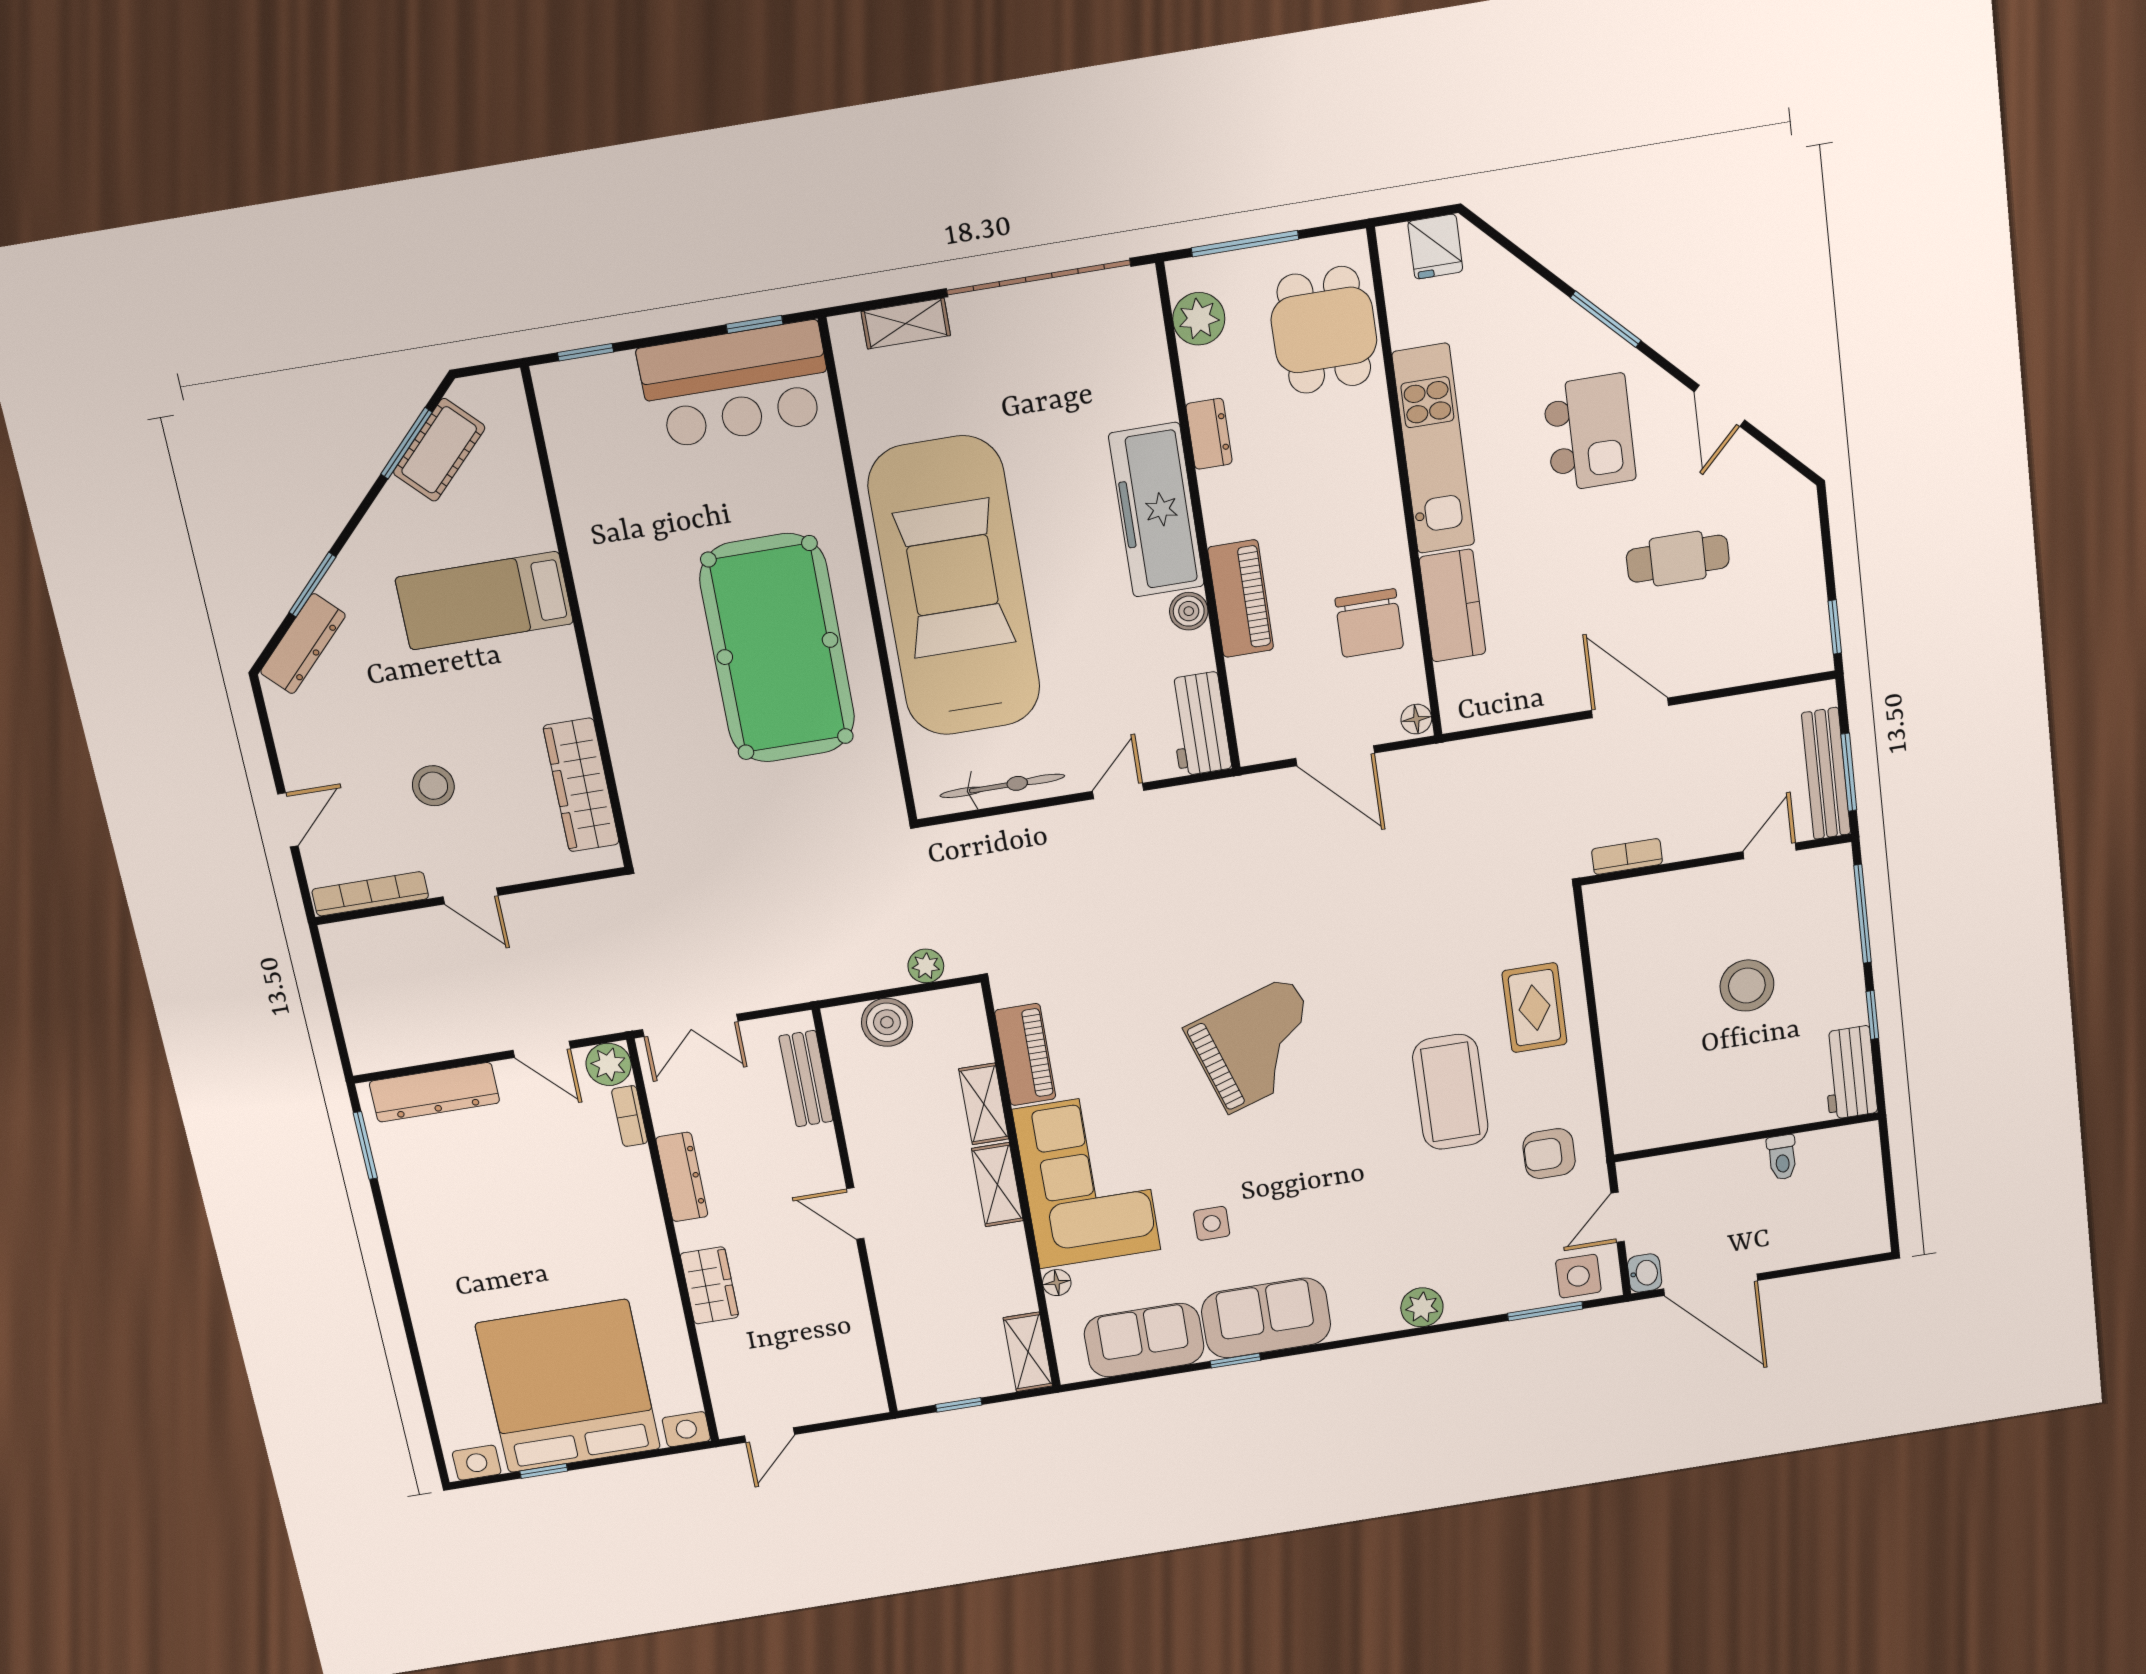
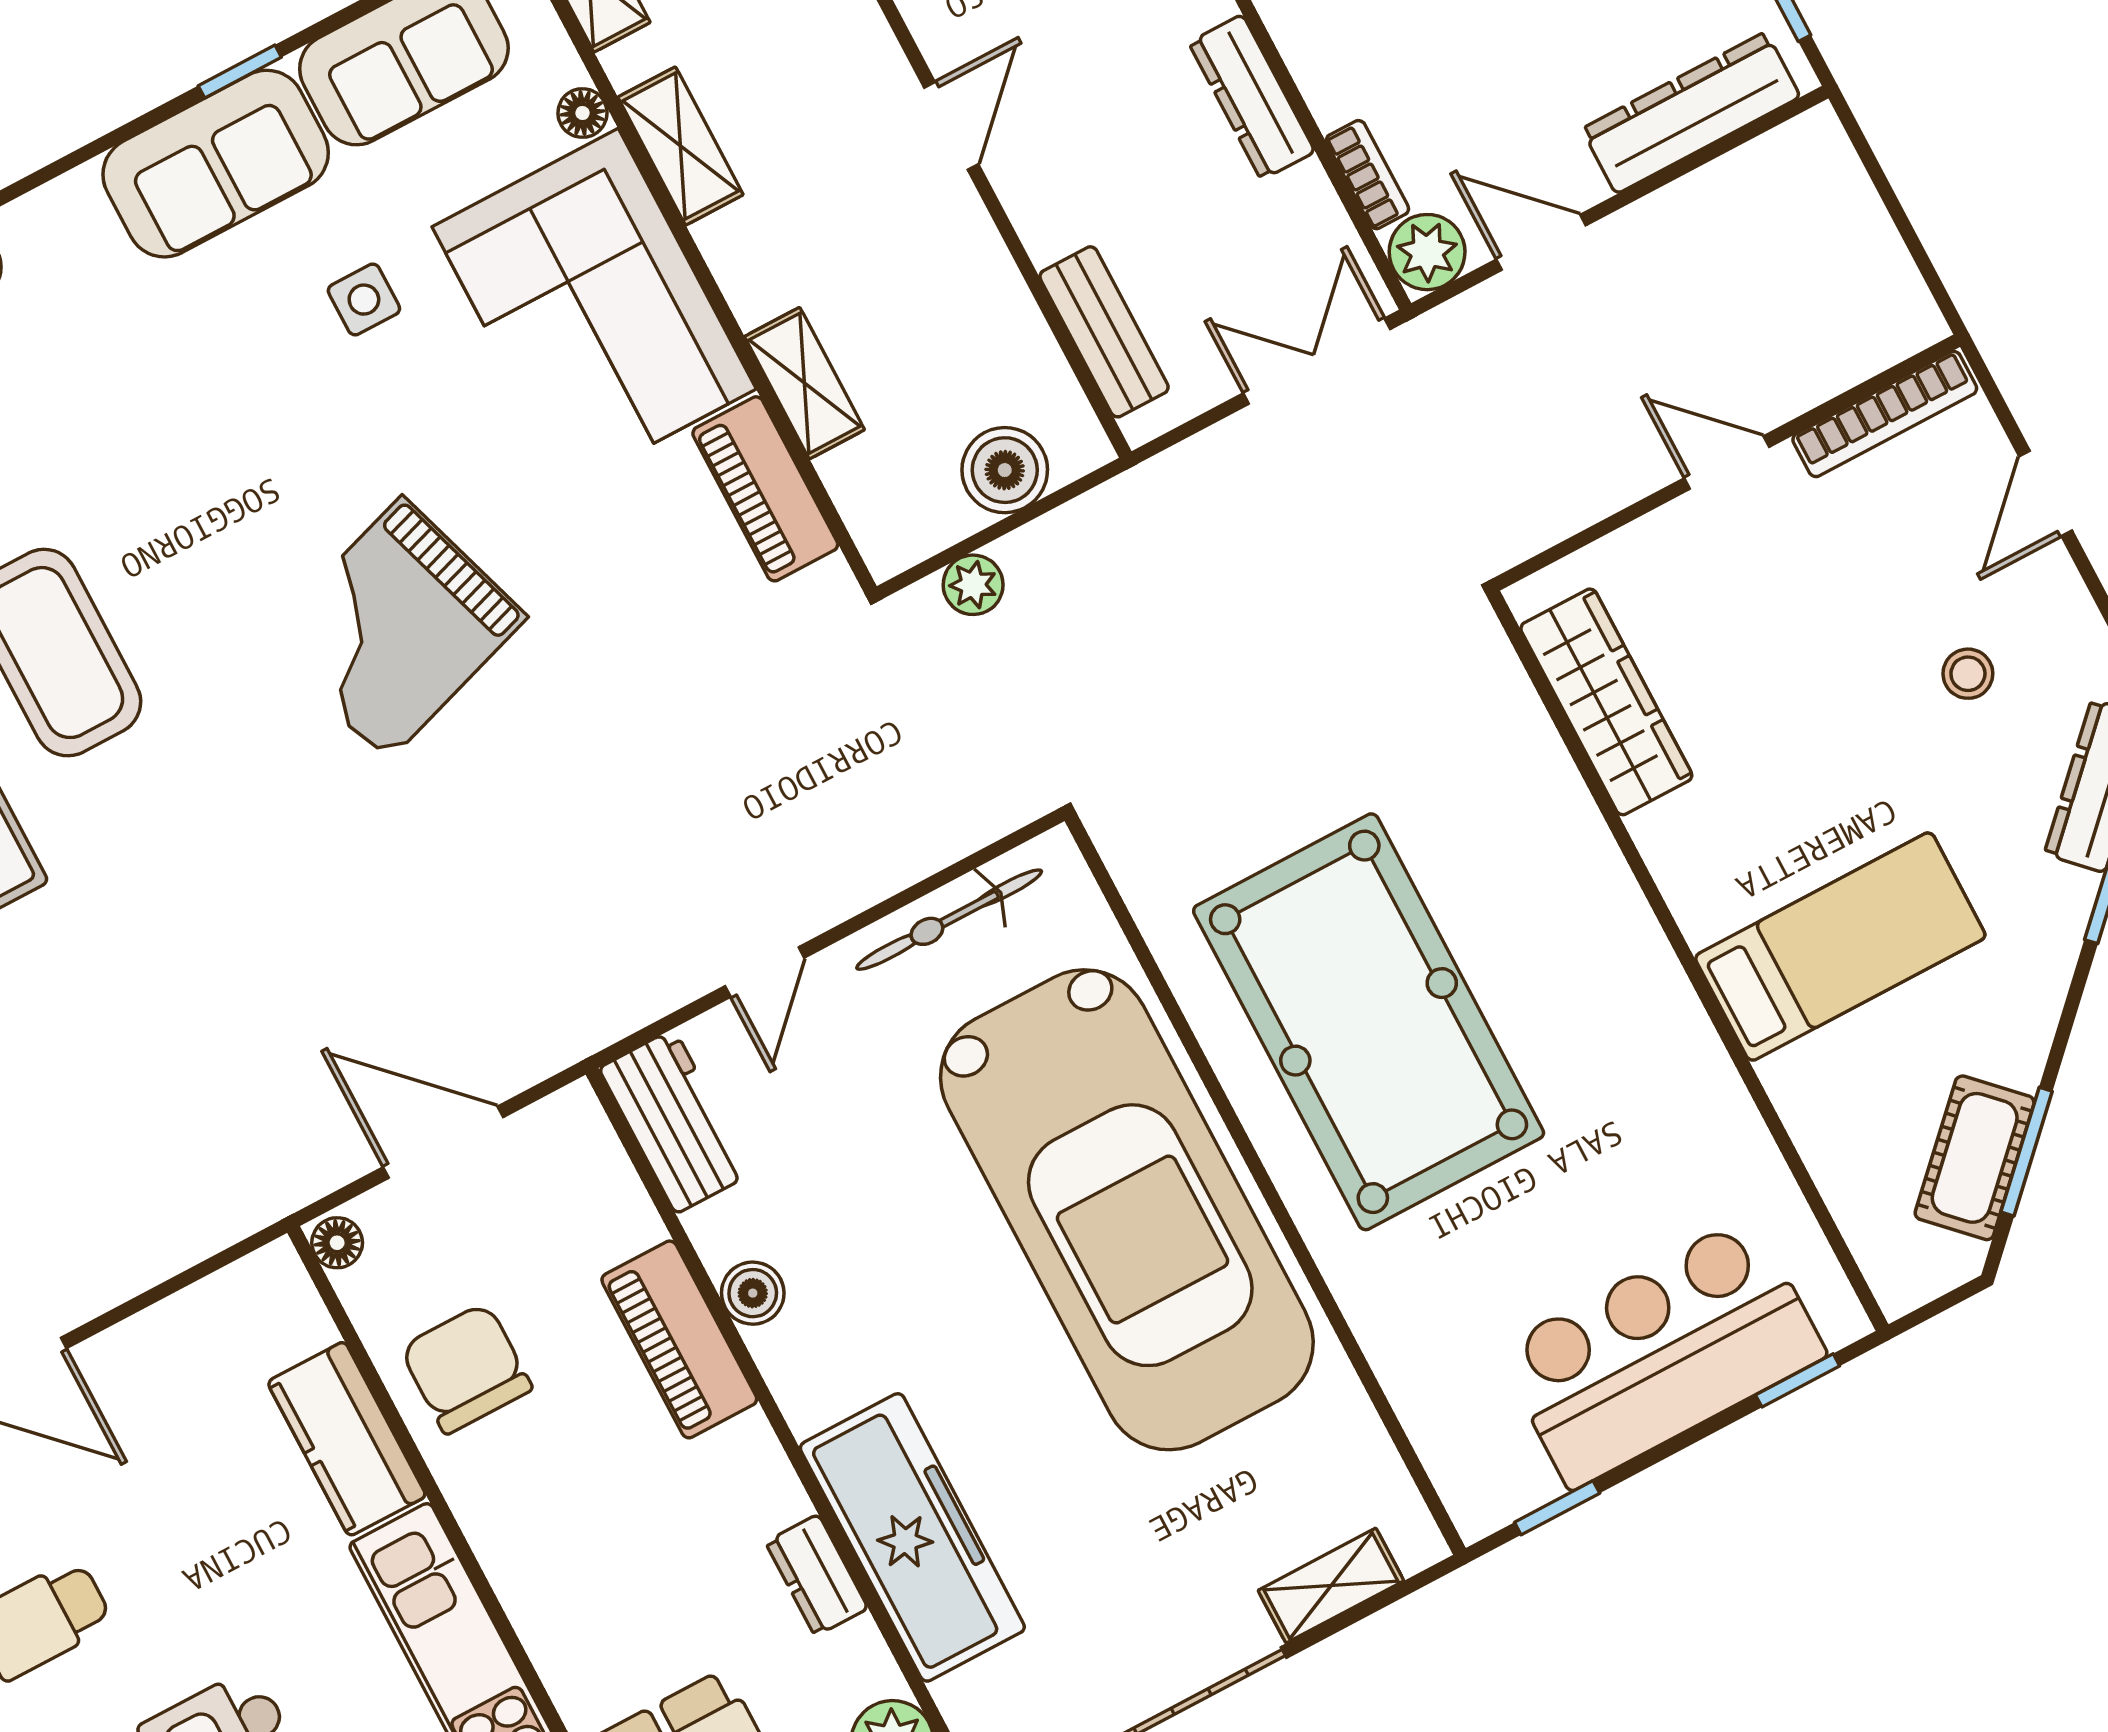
bar counter: (736, 385) -> (1661, 1352), moved
freezer: (1156, 510) -> (912, 1537), moved
stool: (433, 786) -> (1968, 674), moved, width x0.73, depth x0.73
shelving: (997, 1185) -> (681, 146), moved
door: (855, 1214) -> (951, 126), hinge flipped

